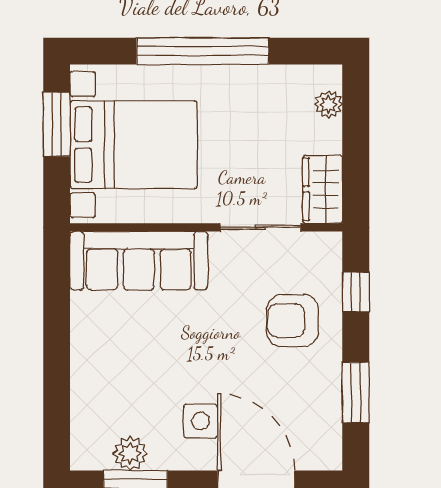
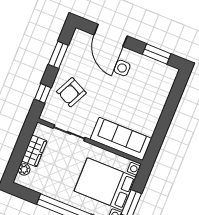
wardrobe: (323, 189) -> (34, 151), moved
armchair: (292, 321) -> (71, 92), turned 116
plant: (130, 453) -> (154, 67), removed

